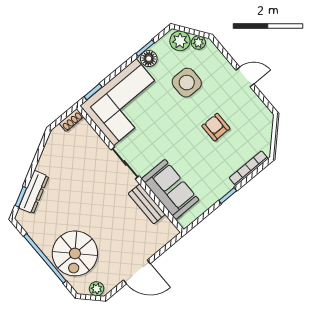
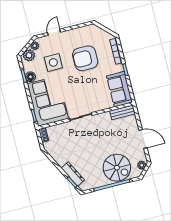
door: (245, 77) -> (54, 32), moved
armchair: (216, 127) -> (85, 58), width x1.88, depth x1.88
sofa: (170, 189) -> (119, 89), moved, turned -90
bench: (147, 204) -> (122, 112), moved
door: (137, 272) -> (143, 139), hinge flipped

